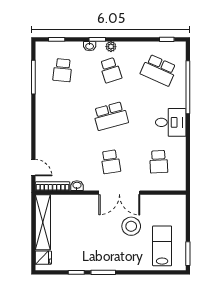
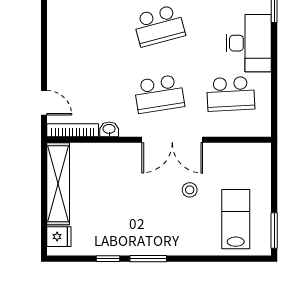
desk: (171, 122) -> (249, 43), width x1.37
school desk: (111, 162) -> (159, 94), width x1.85
school desk: (159, 162) -> (231, 94), width x1.85
stool: (131, 226) -> (190, 190), width x0.53, depth x0.53

